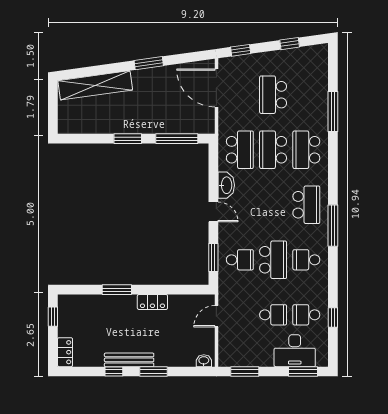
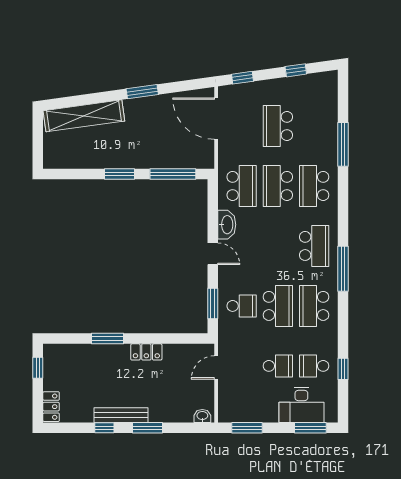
school desk: (306, 260) -> (314, 306), width x1.85

